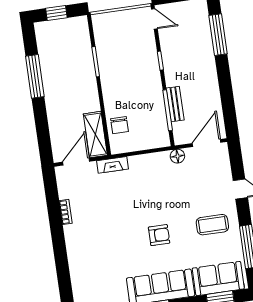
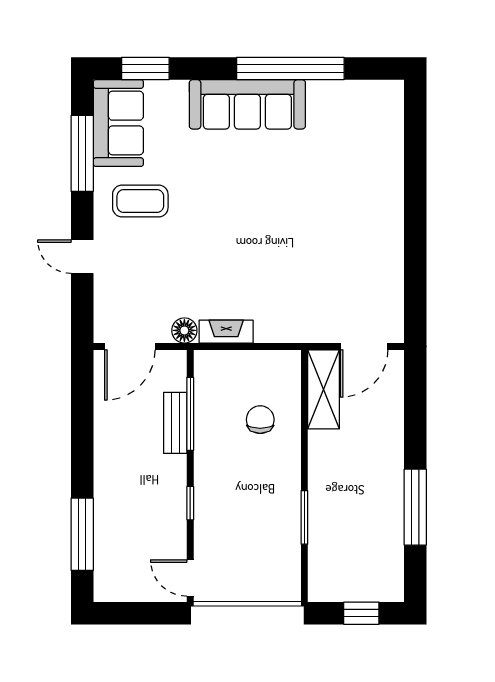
chair: (119, 125) -> (260, 420), moved
fireplace: (113, 165) -> (226, 332), moved
bookcase: (66, 212) -> (395, 261), removed
armchair: (159, 235) -> (237, 196), removed
sofa: (218, 279) -> (118, 123), moved, turned -90

